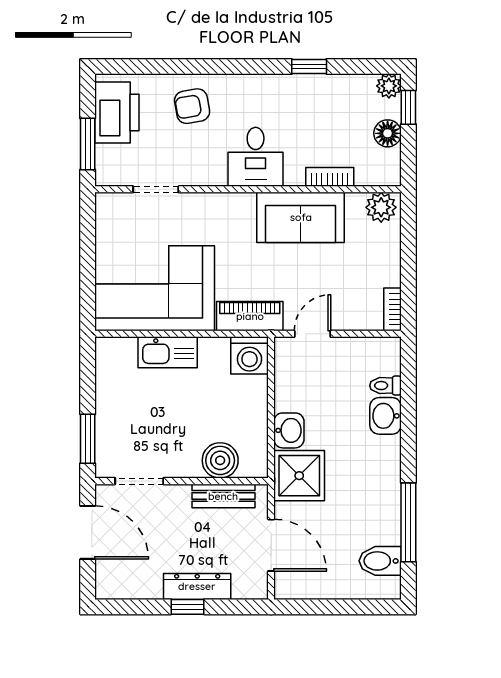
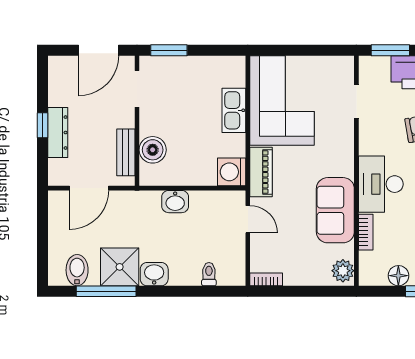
desk: (256, 157) -> (381, 184), width x1.37
washbasin: (386, 416) -> (154, 274), moved
shower: (299, 476) -> (120, 267), moved

